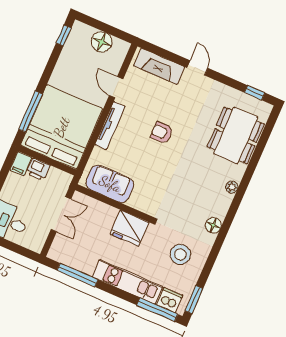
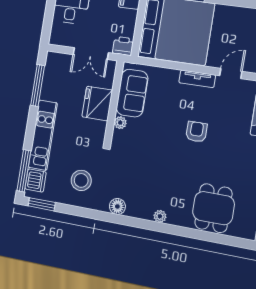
tv unit: (110, 125) -> (197, 79), width x0.71
dining table: (236, 135) -> (213, 208), width x0.73
printer: (38, 169) -> (123, 46), moved, turned 90
plant: (135, 202) -> (120, 123), added
fridge: (130, 228) -> (97, 103), moved

